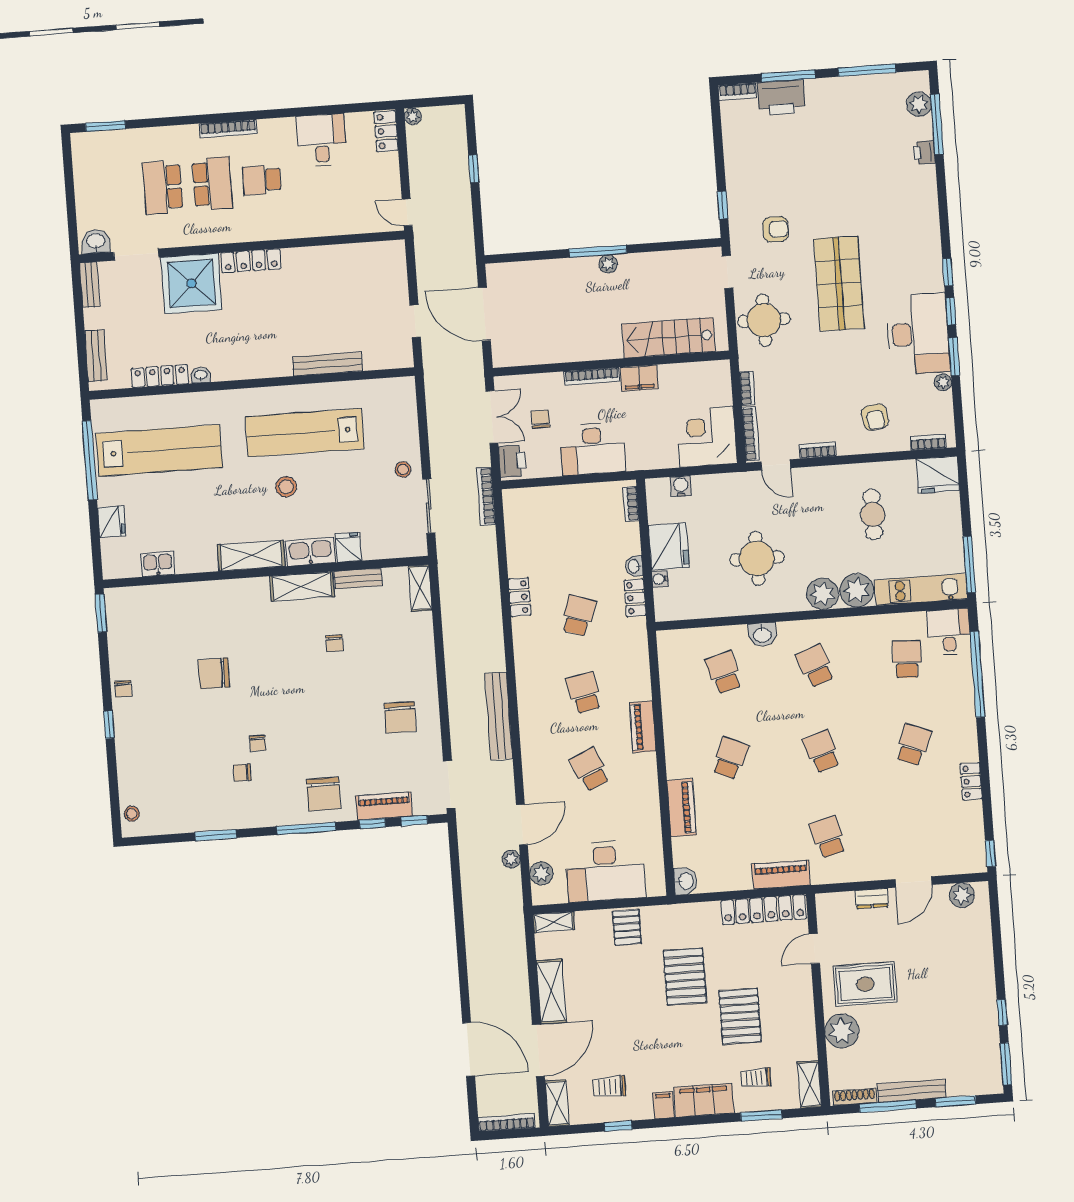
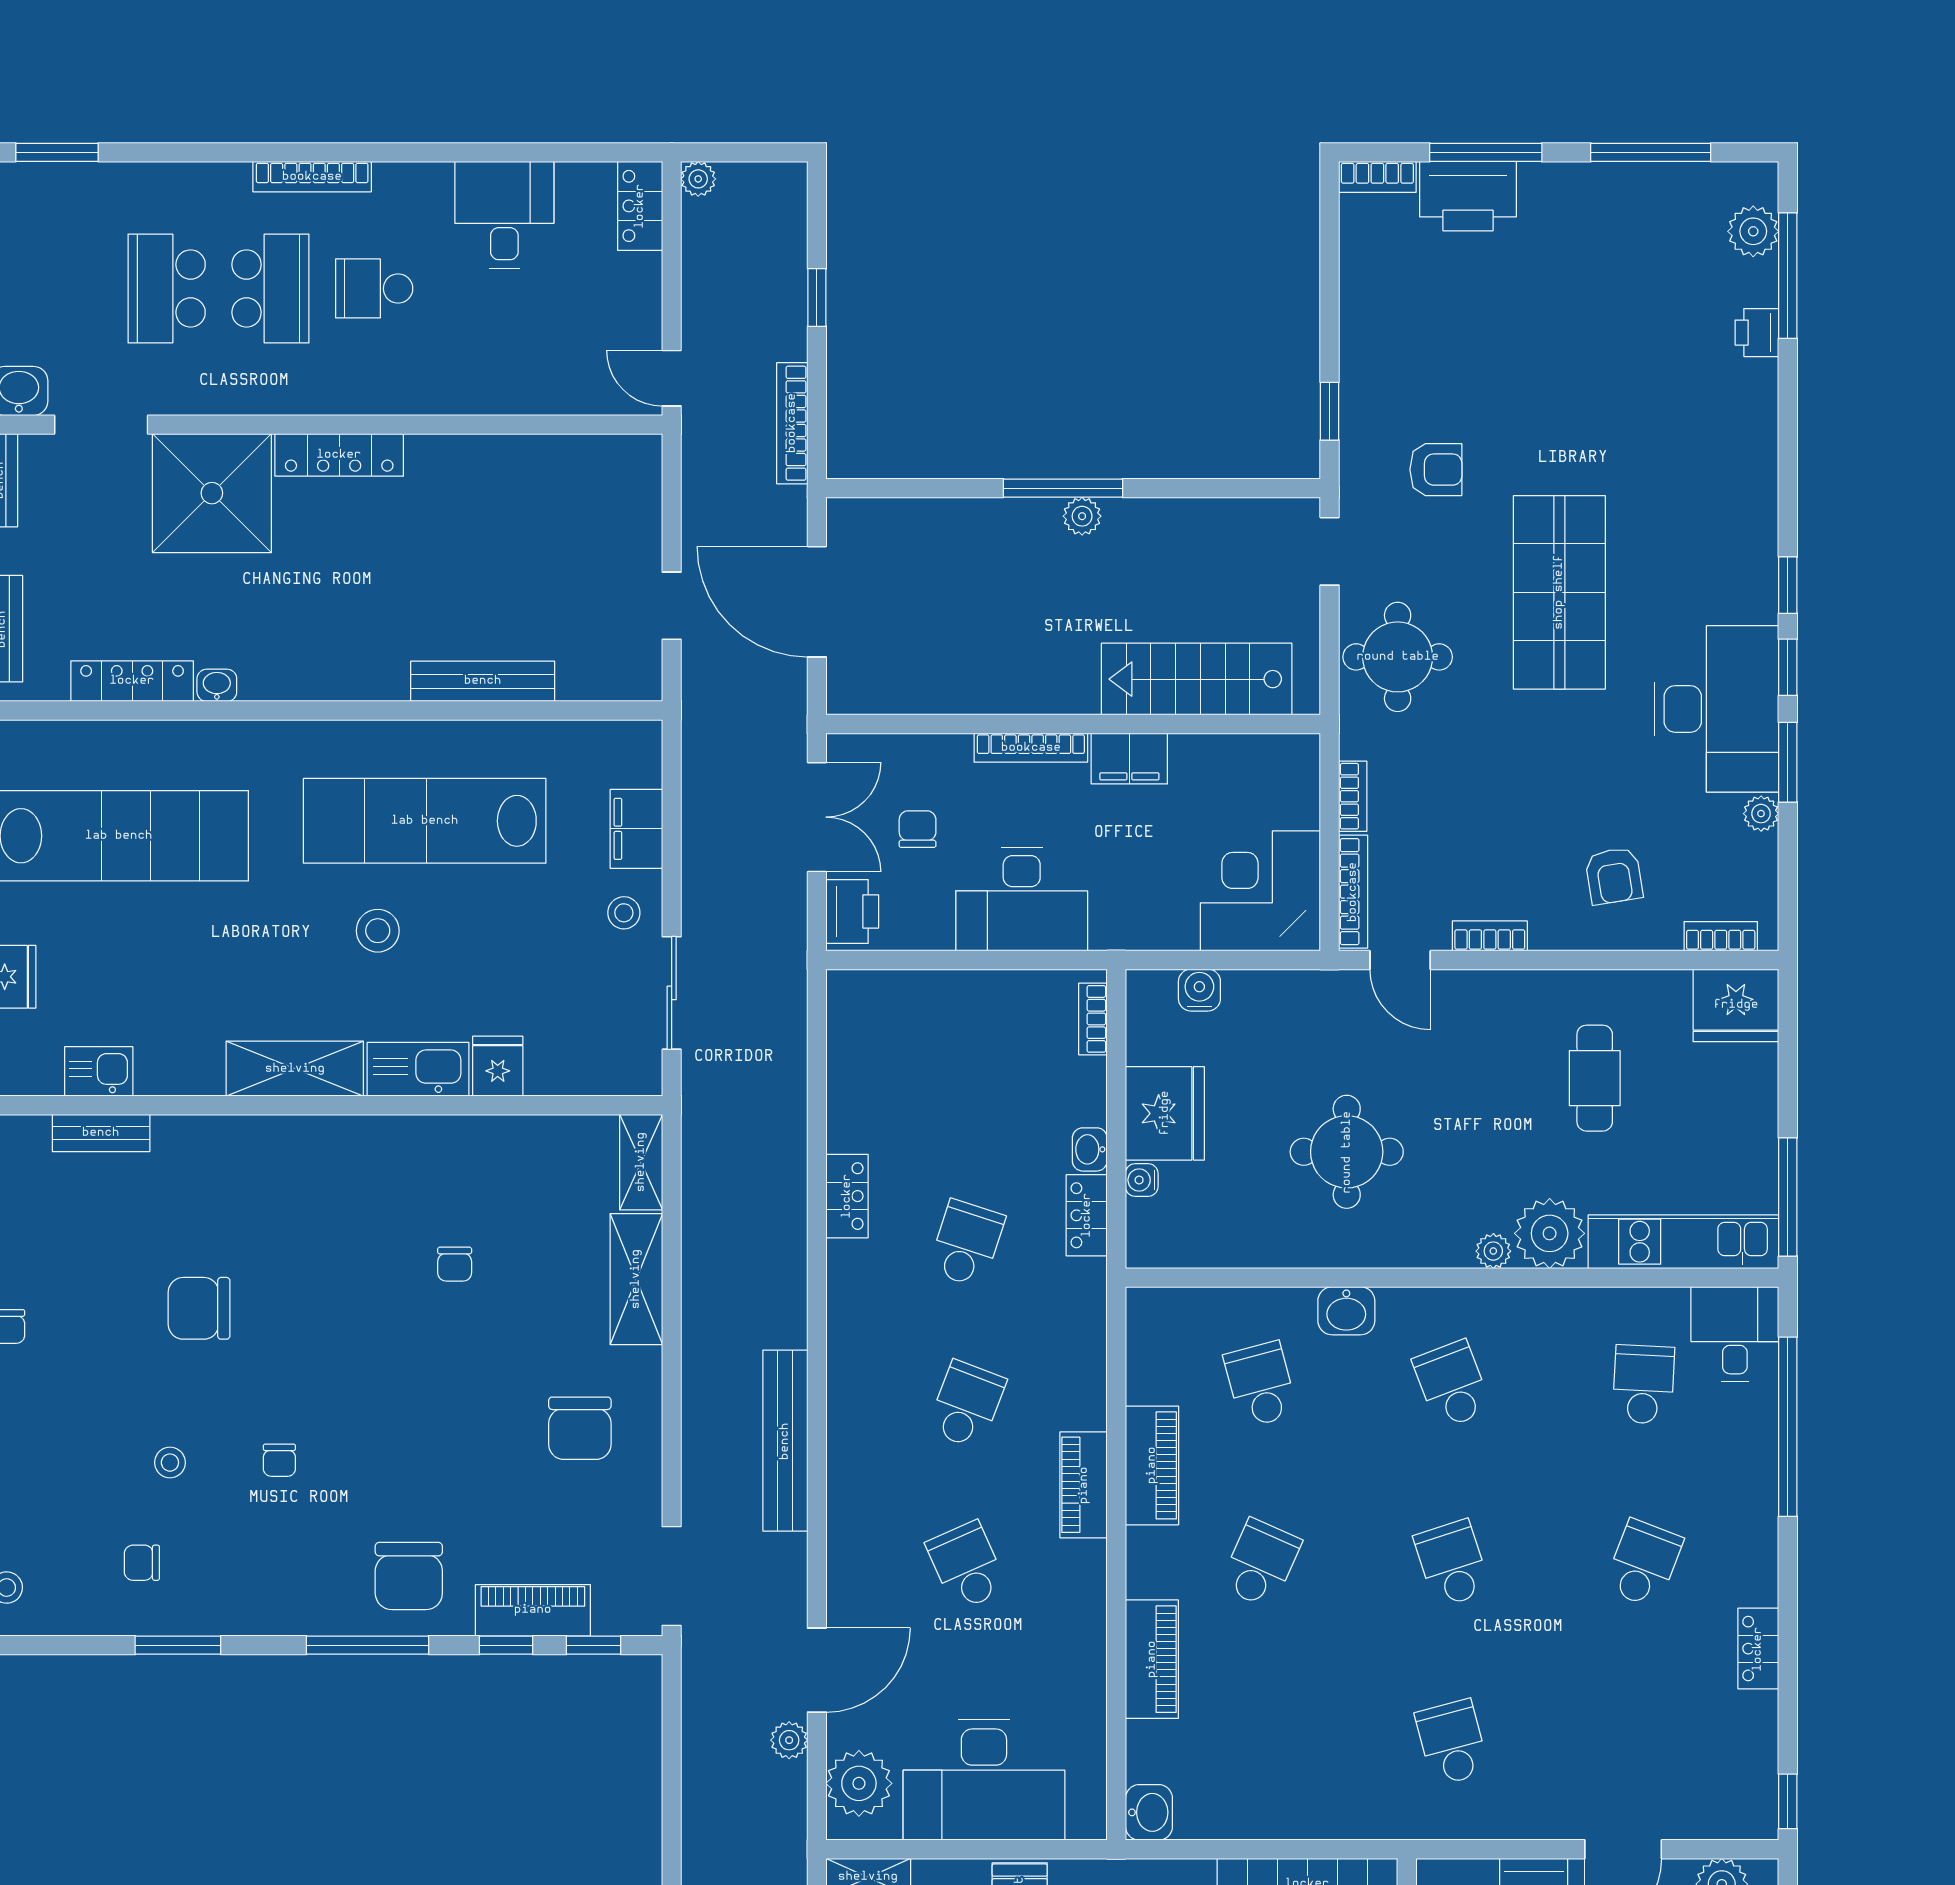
filing cabinet: (406, 429) -> (636, 829), added
bookcase: (486, 496) -> (792, 423), moved
bench: (358, 579) -> (101, 1133), moved
shelving: (302, 586) -> (636, 1279), moved, turned 90
plant: (823, 594) -> (1493, 1251), width x0.53, depth x0.53
school desk: (584, 693) -> (967, 1405), turned 33
stool: (205, 748) -> (170, 1463), added
chair: (242, 773) -> (142, 1563), moved
plant: (541, 873) -> (859, 1783), width x1.36, depth x1.36
piano: (781, 875) -> (1152, 1465), moved, turned 90

